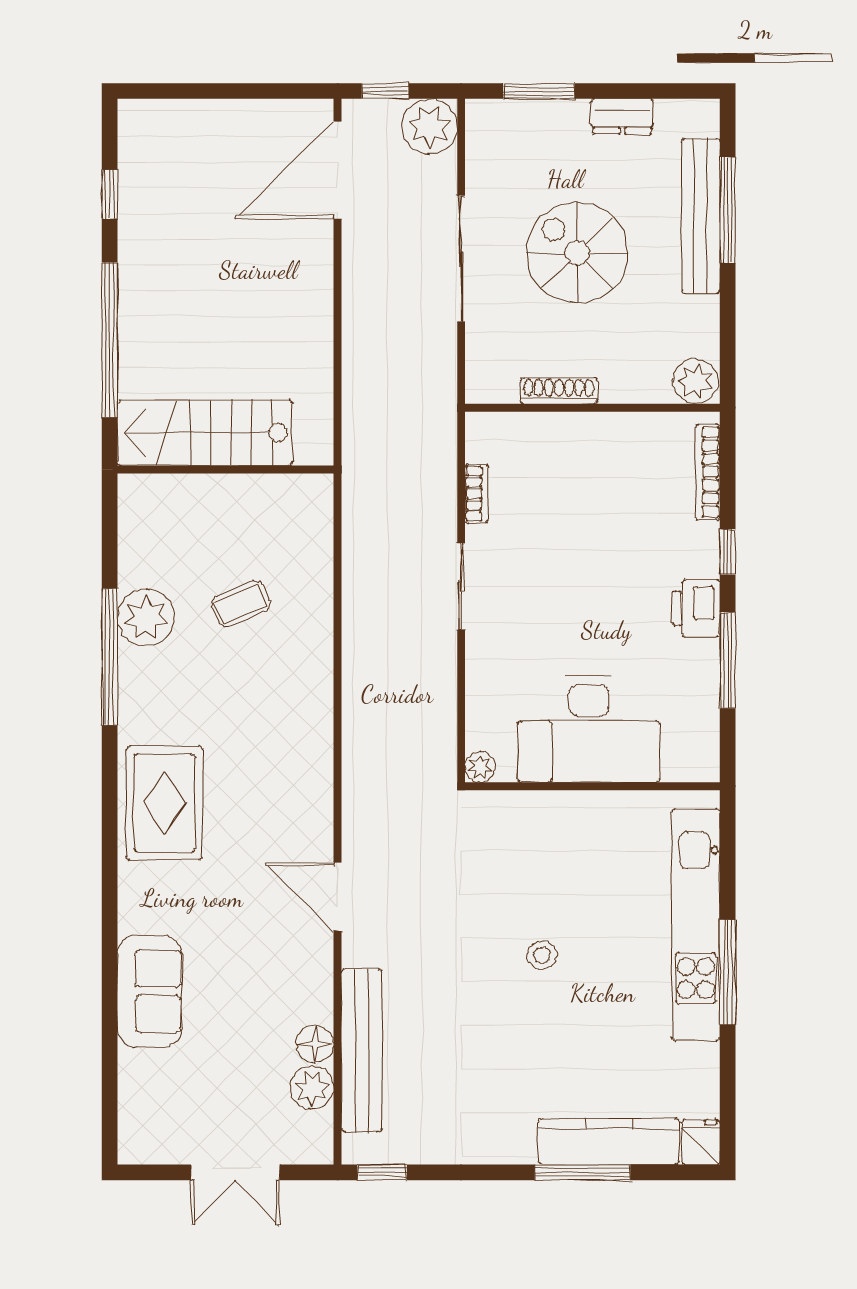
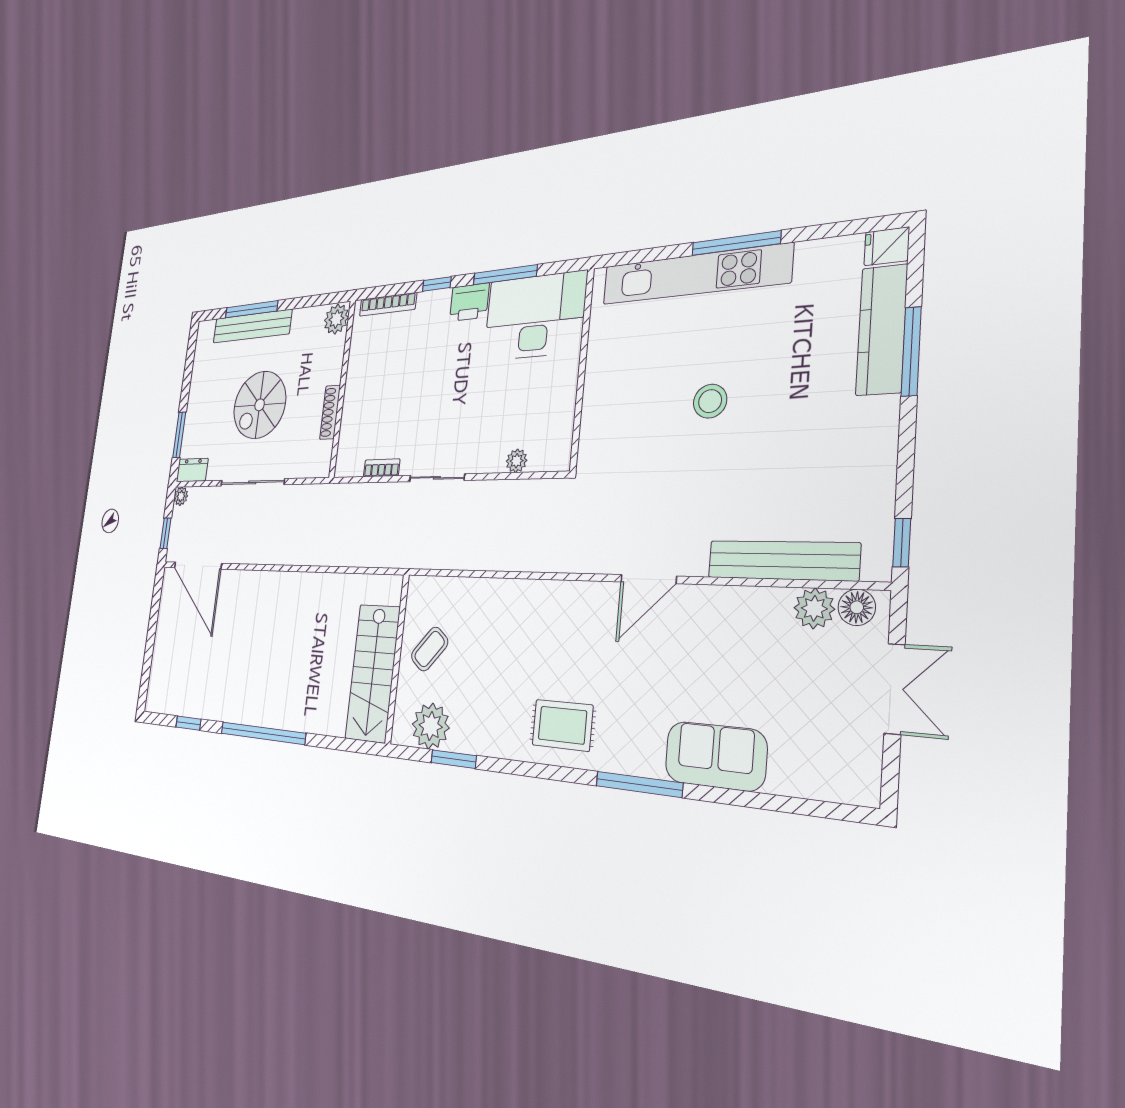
dresser: (622, 116) -> (192, 470), moved, turned -90
plant: (430, 126) -> (181, 496), width x0.53, depth x0.53
stairs: (205, 433) -> (373, 673), moved
wall: (226, 470) -> (397, 659), moved
coffee table: (241, 604) -> (430, 649), turned 63
window: (110, 657) -> (454, 759), width x0.47
desk: (589, 729) -> (535, 316), moved, turned -90
plant: (480, 767) -> (517, 461), moved
rug: (165, 803) -> (562, 725), width x0.73, depth x0.70
window: (110, 905) -> (639, 784), added
stool: (542, 955) -> (710, 401), width x1.37, depth x1.37
floor lamp: (315, 1044) -> (857, 607), moved

